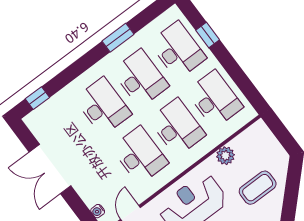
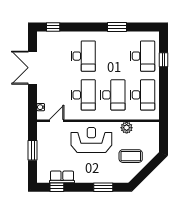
desk: (140, 78) -> (113, 56), removed

